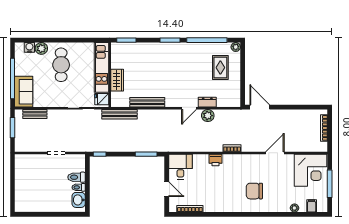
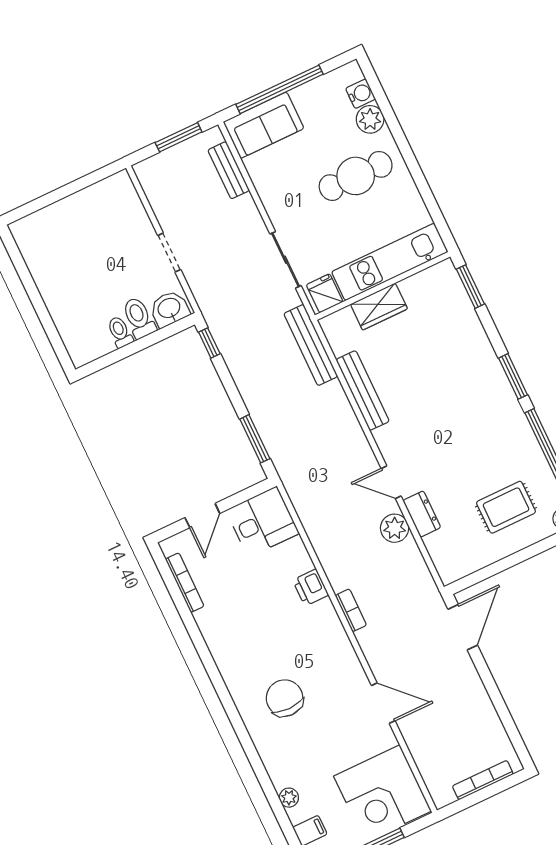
washbasin: (79, 200) -> (169, 309), moved

